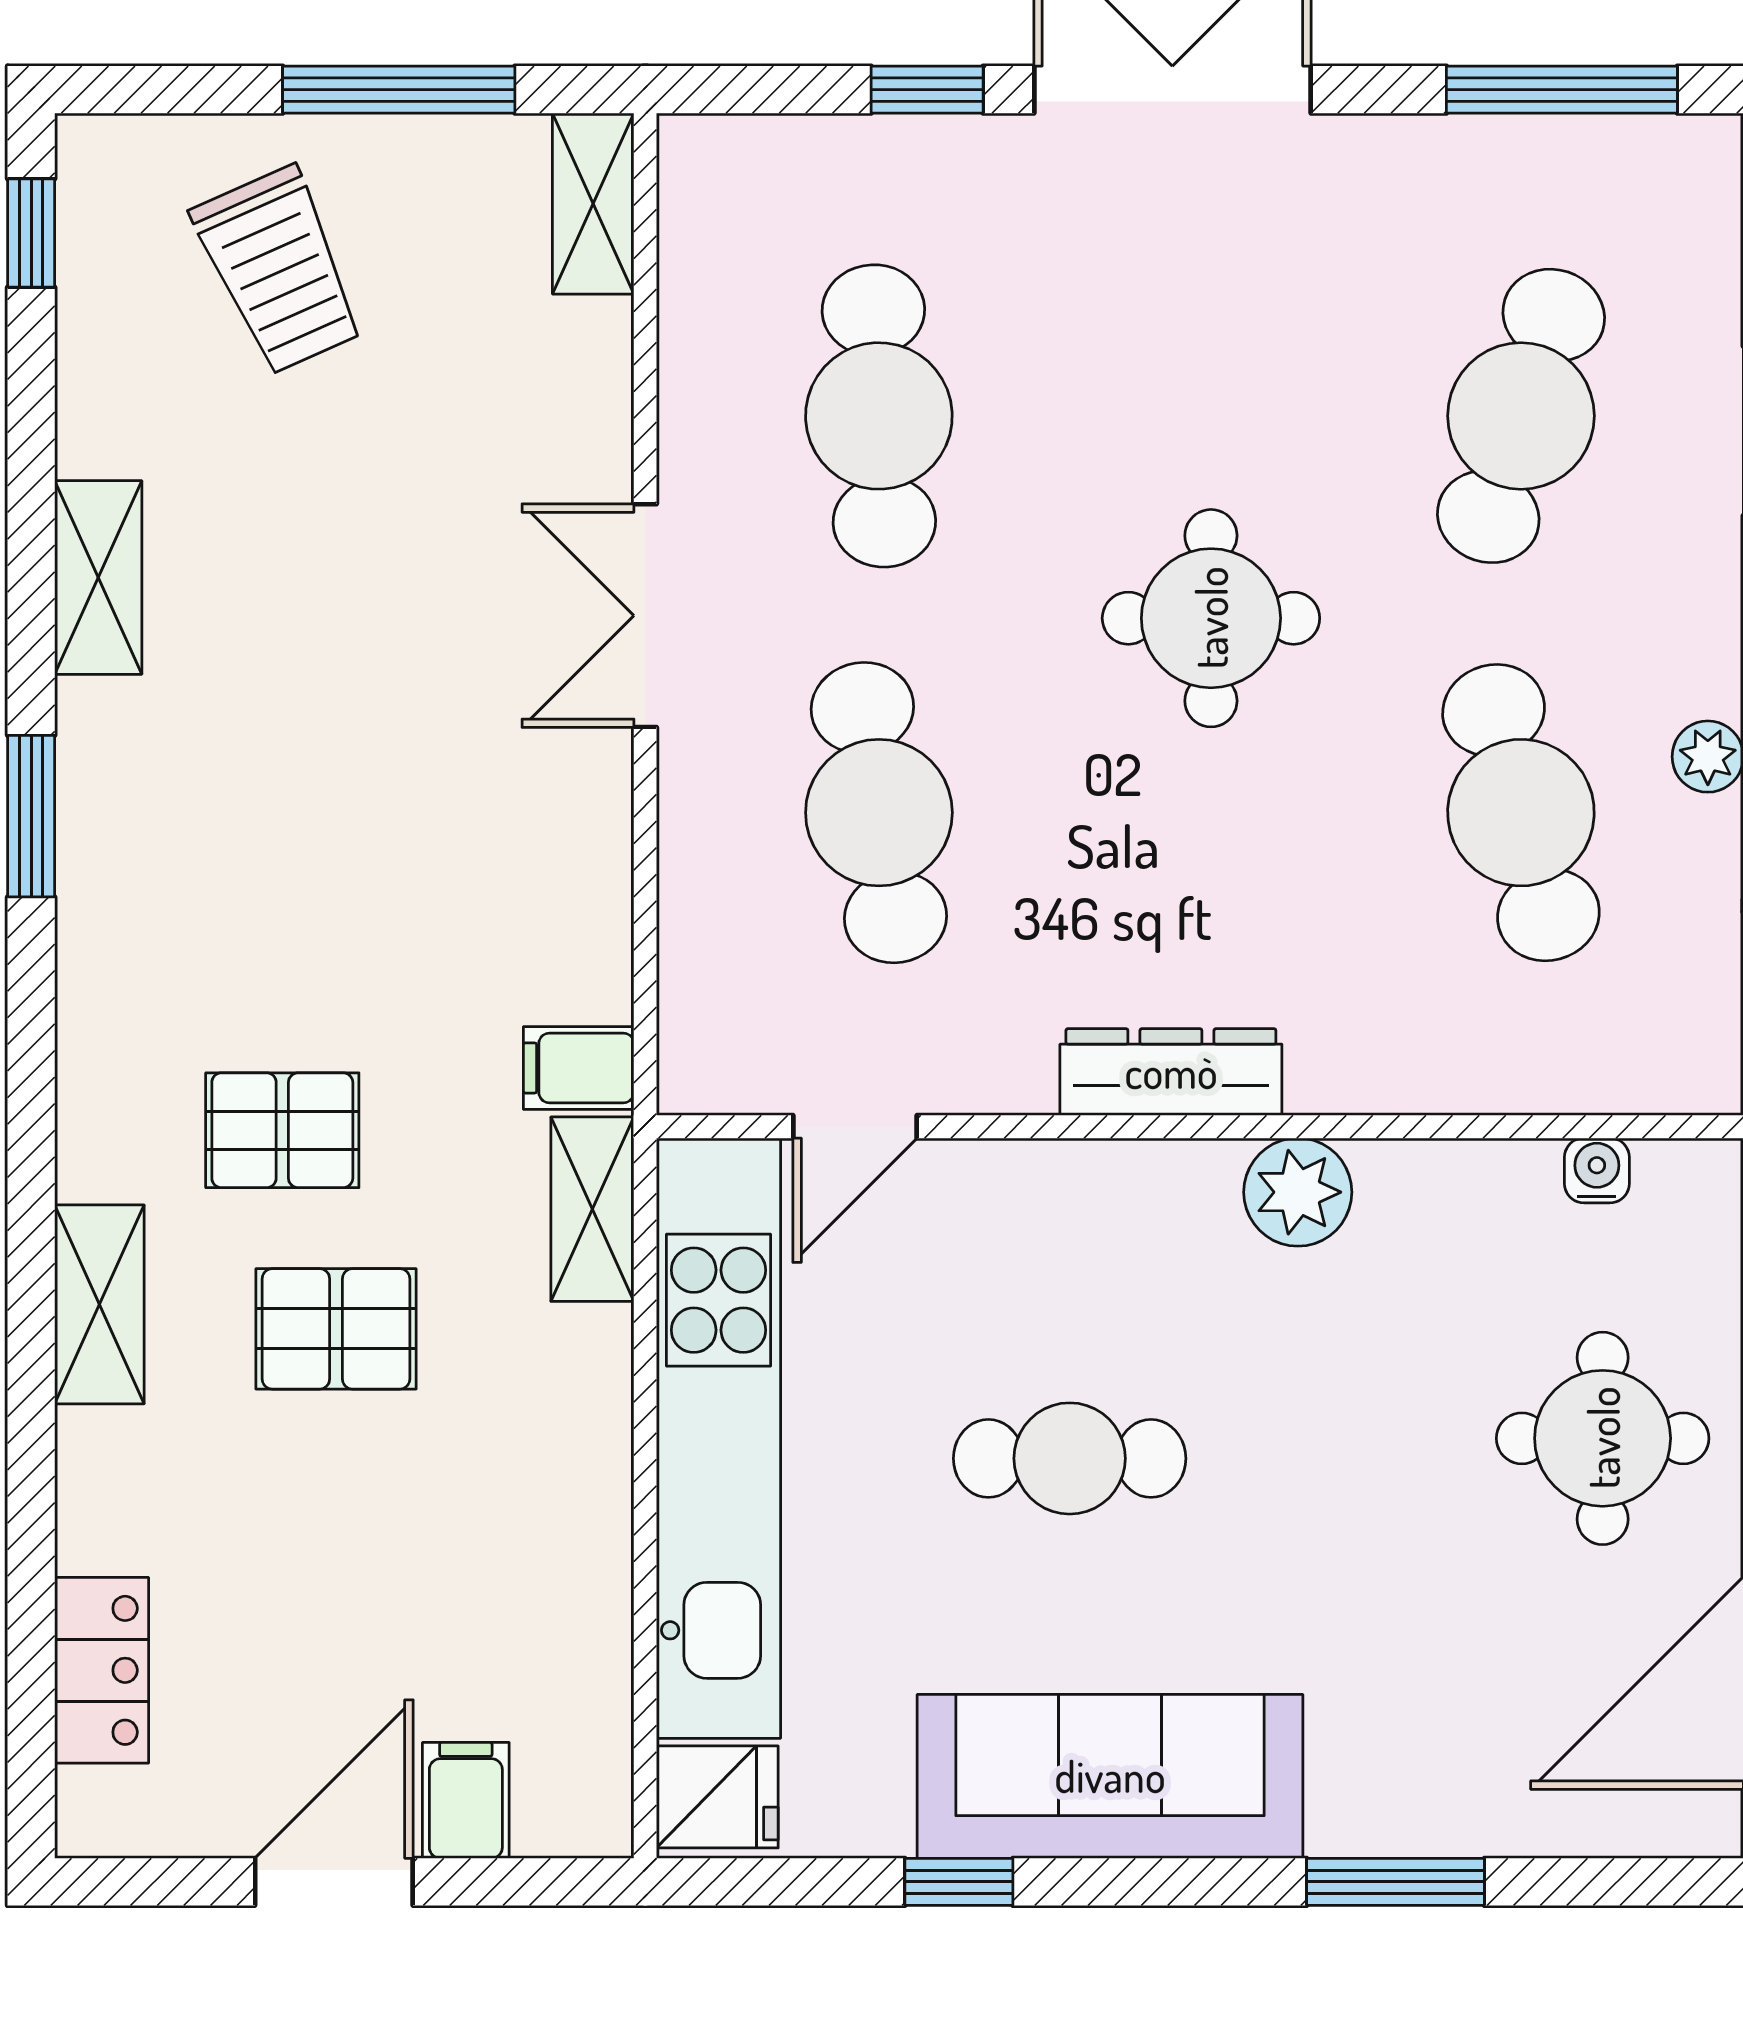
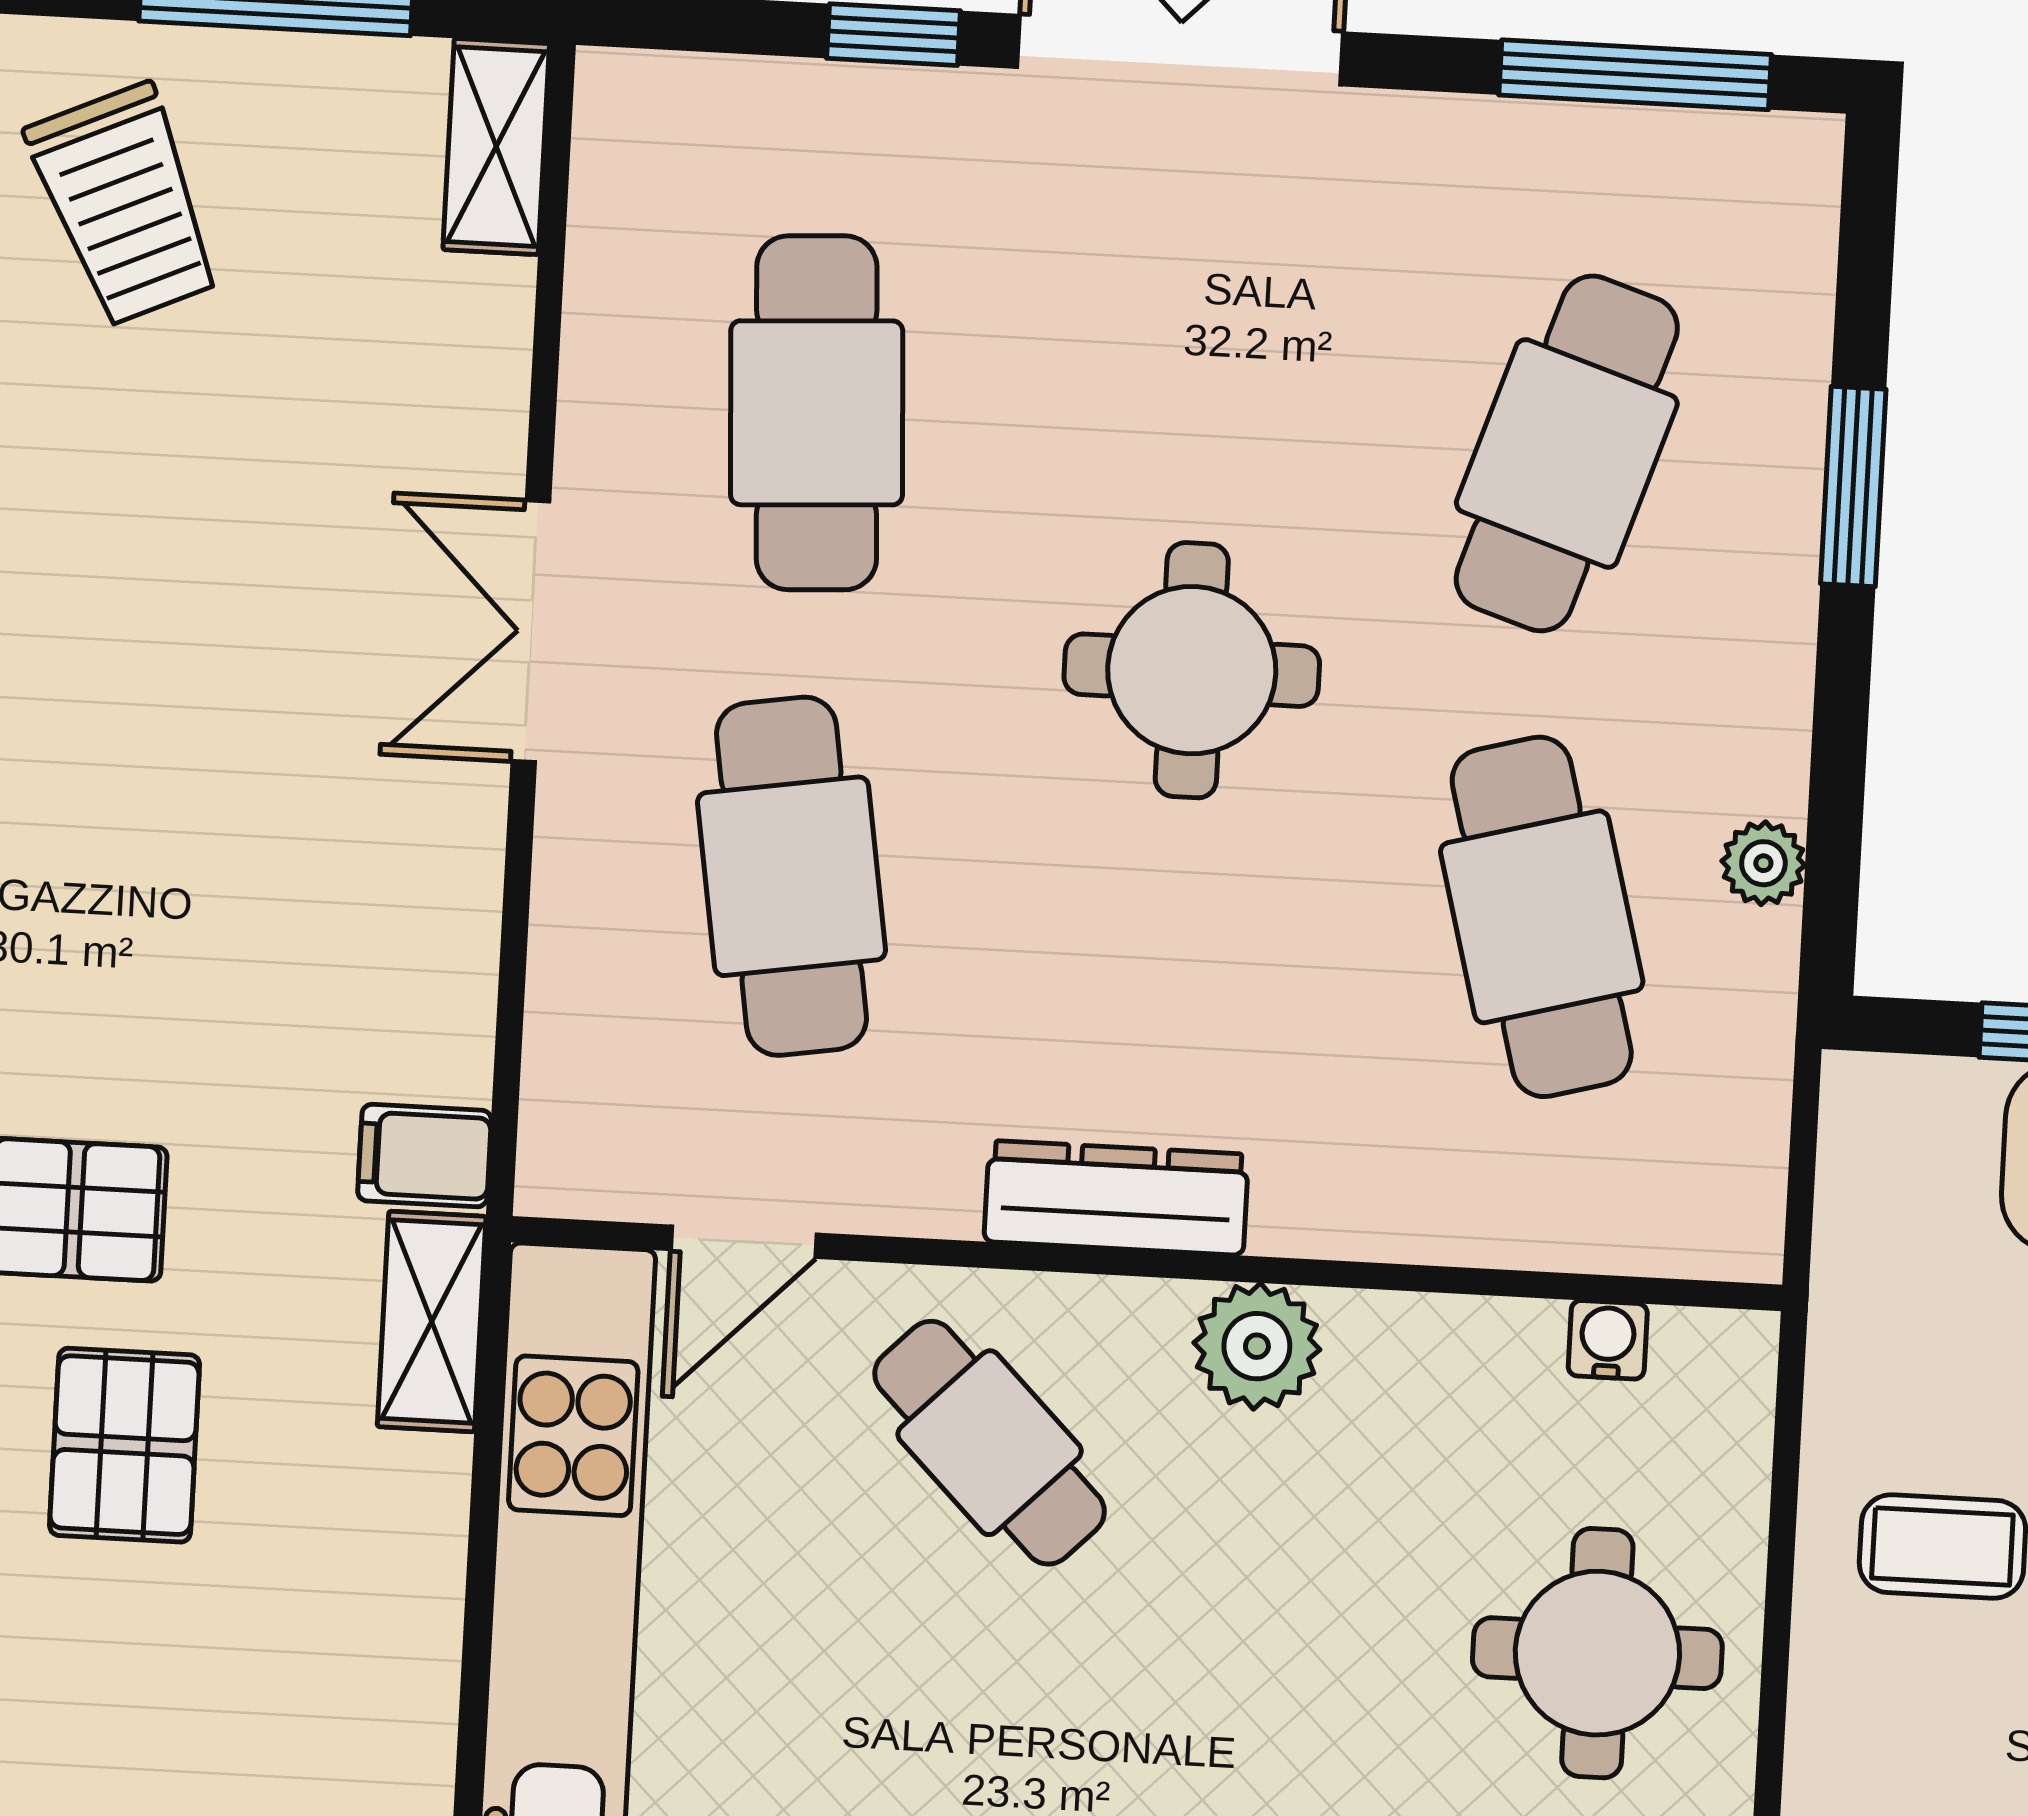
pallet: (336, 1329) -> (125, 1445), turned 90
cafe table: (1070, 1458) -> (990, 1443), moved, turned 45

